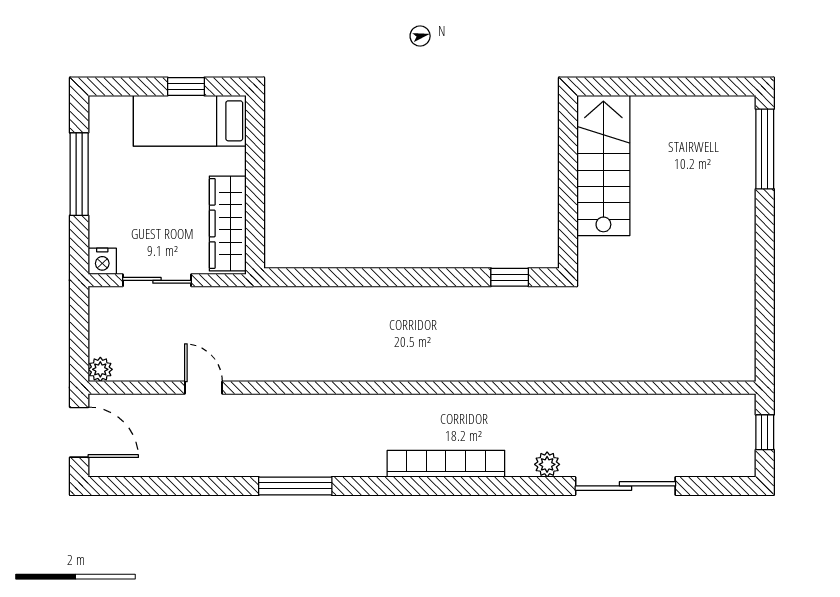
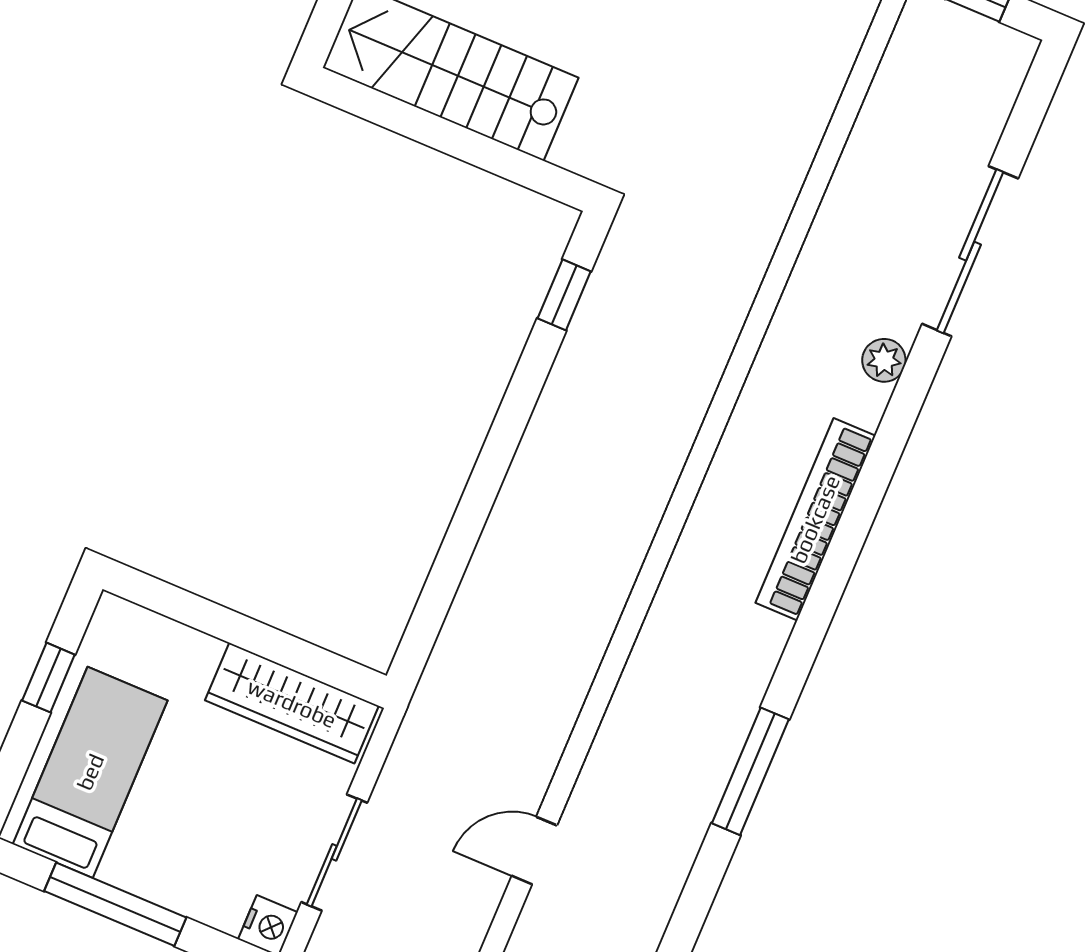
bed: (190, 121) -> (90, 772), moved, turned 180

